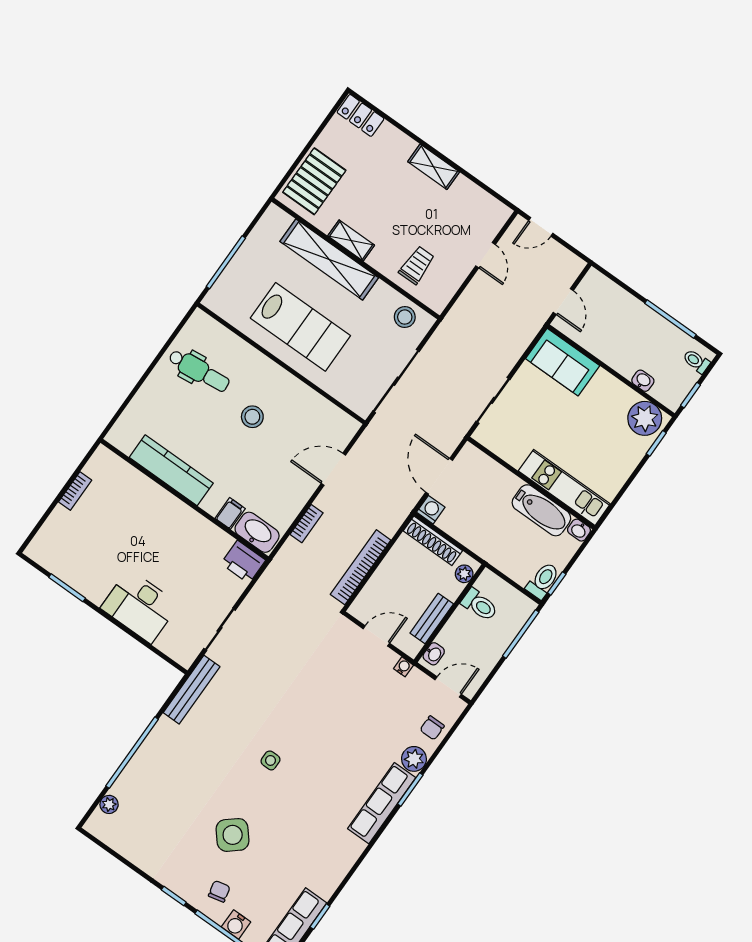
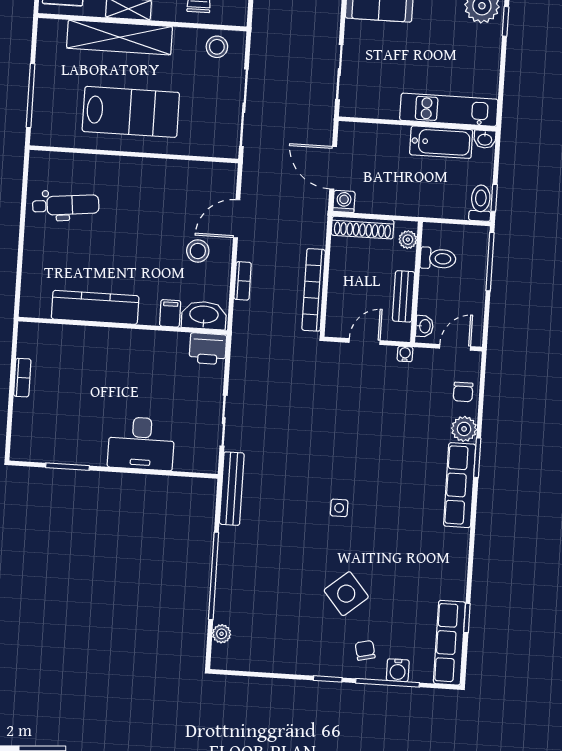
stool: (252, 417) -> (198, 251), moved

